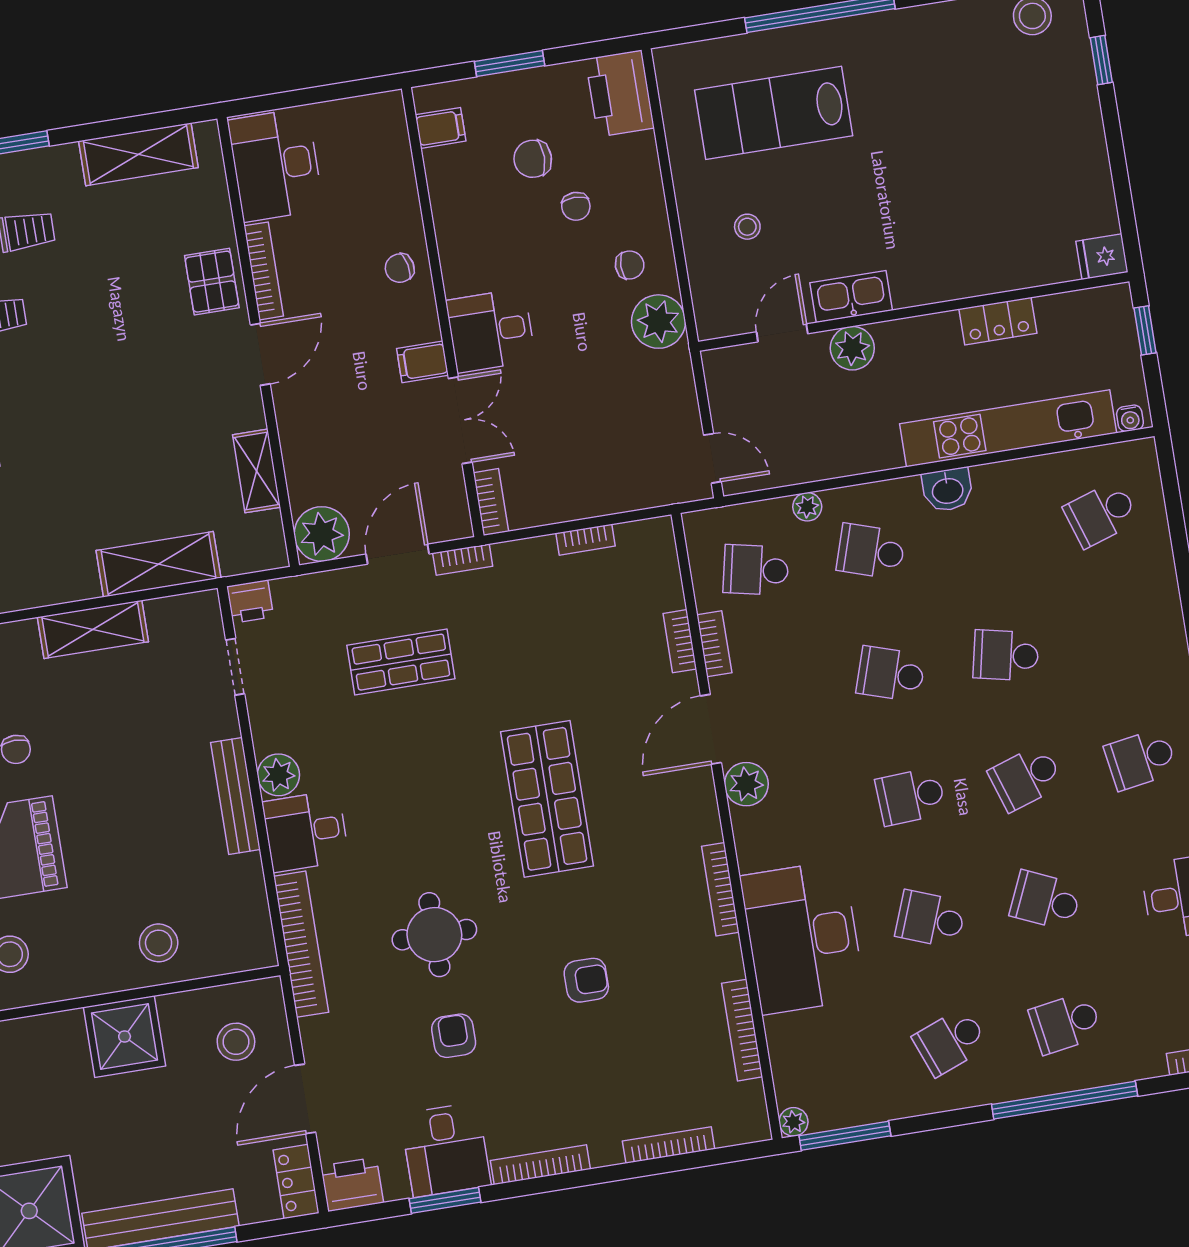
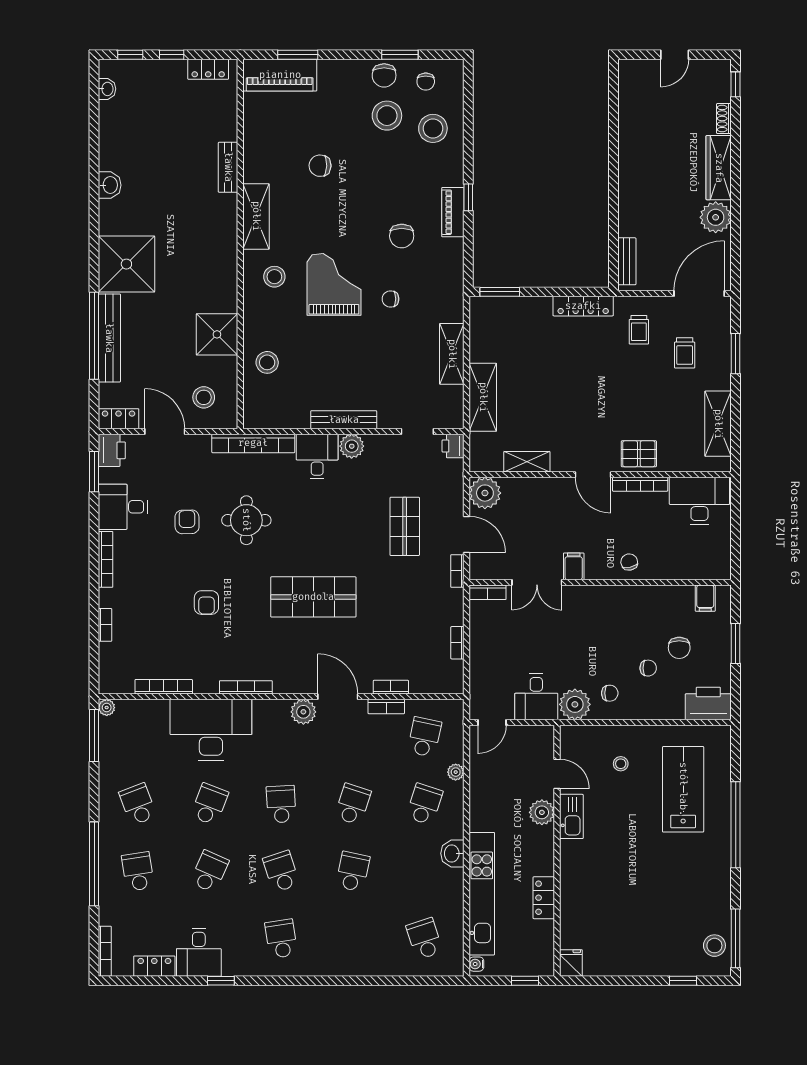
chair: (533, 159) -> (679, 648), turned 180
chair: (576, 206) -> (648, 668), turned 180
chair: (630, 265) -> (610, 693), turned -90
desk: (491, 331) -> (536, 697), moved, turned 180
armchair: (454, 1036) -> (187, 522), turned -91
bookcase: (669, 1145) -> (105, 625), width x0.64
window: (445, 1200) -> (94, 472), moved

